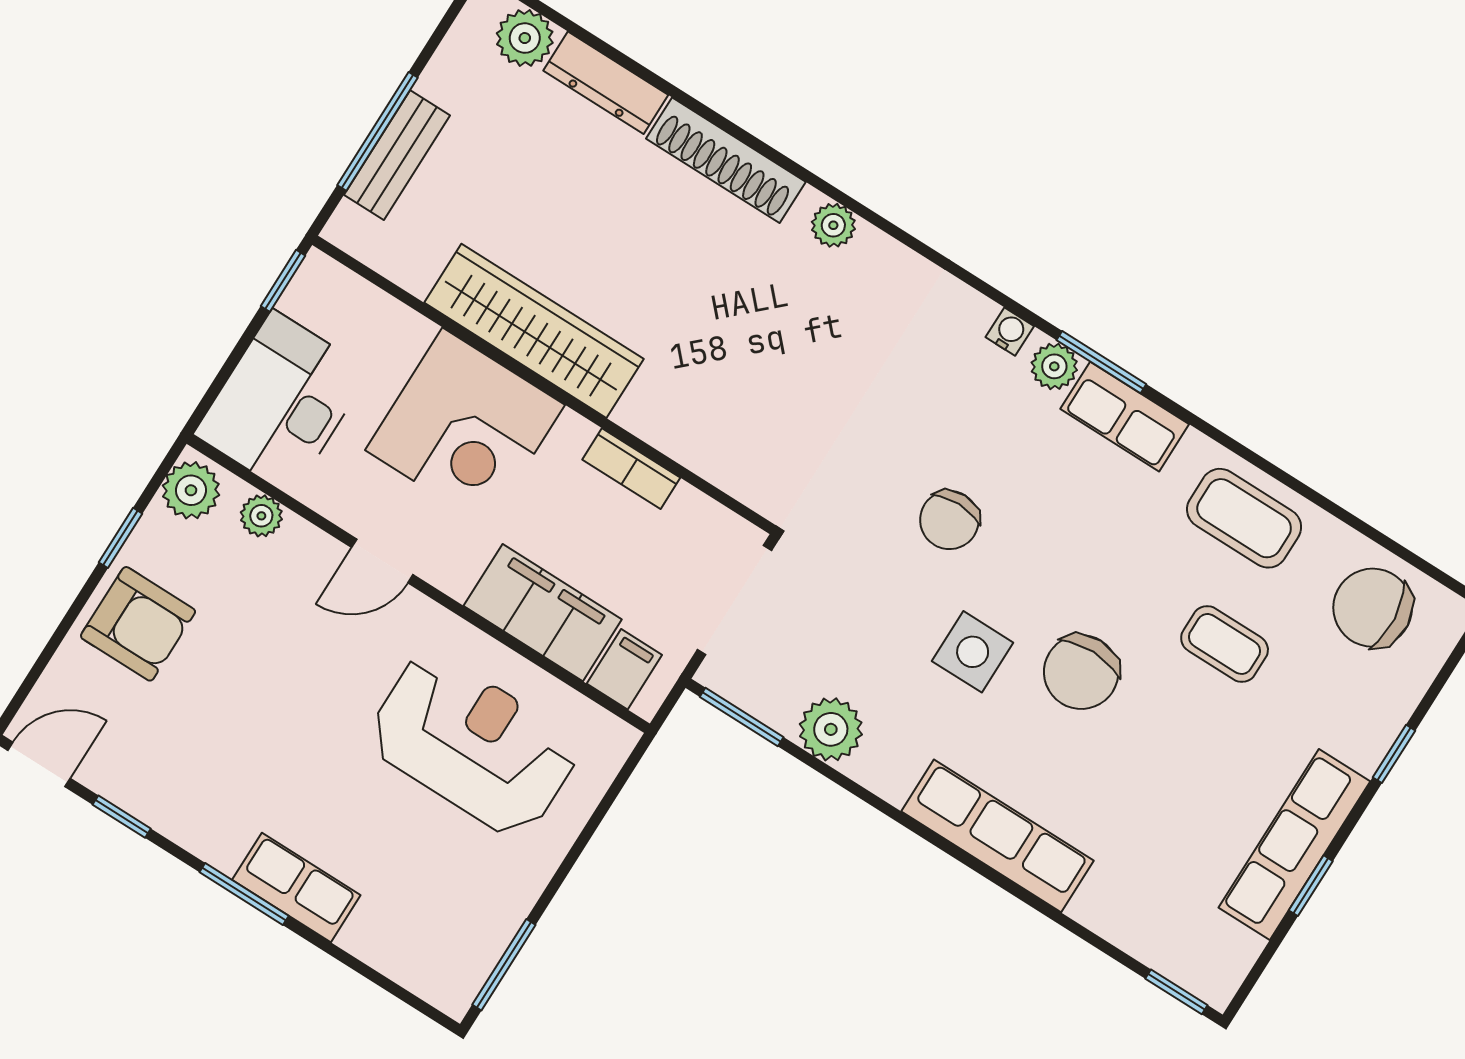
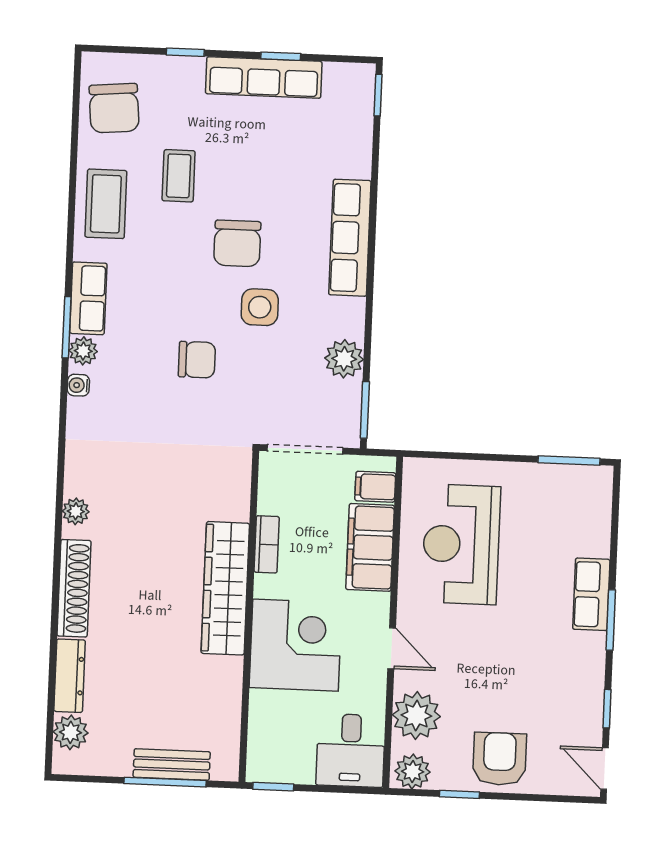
wardrobe: (534, 331) -> (225, 588), moved
desk: (282, 403) -> (351, 750), width x0.73
plant: (261, 516) -> (416, 716), width x1.87, depth x1.87
chair: (1081, 672) -> (237, 243), turned 90

